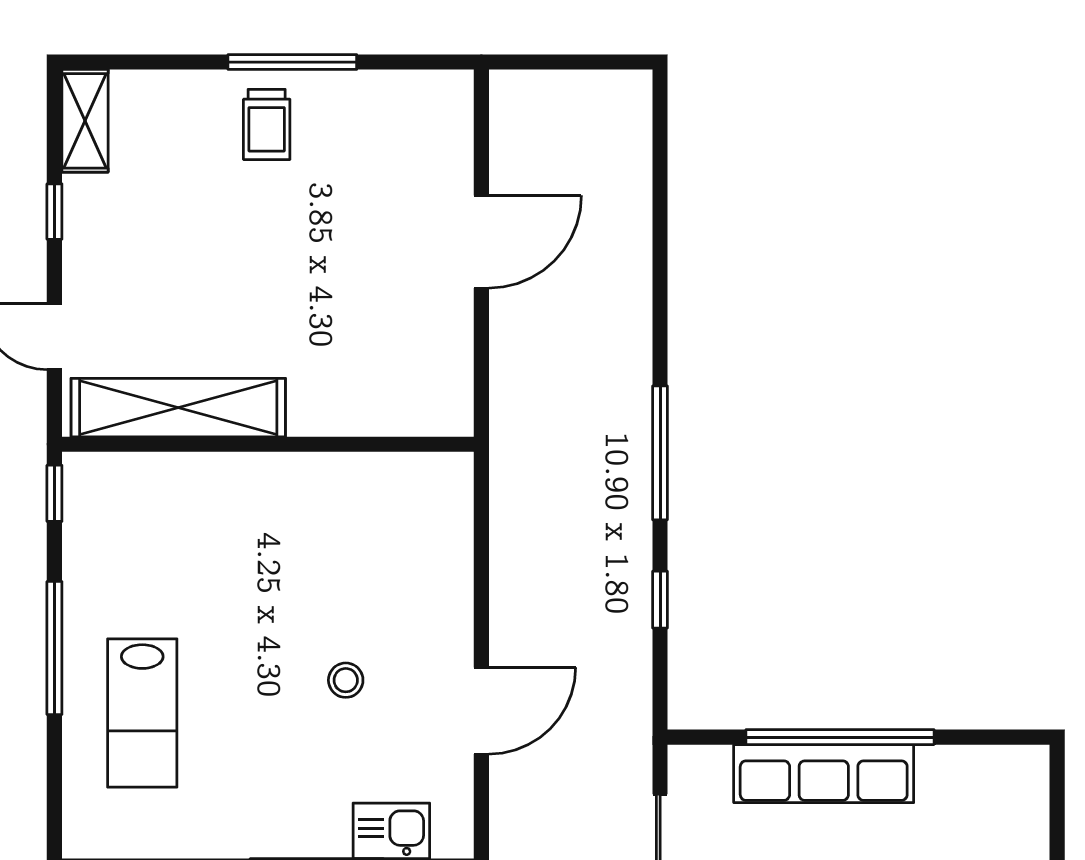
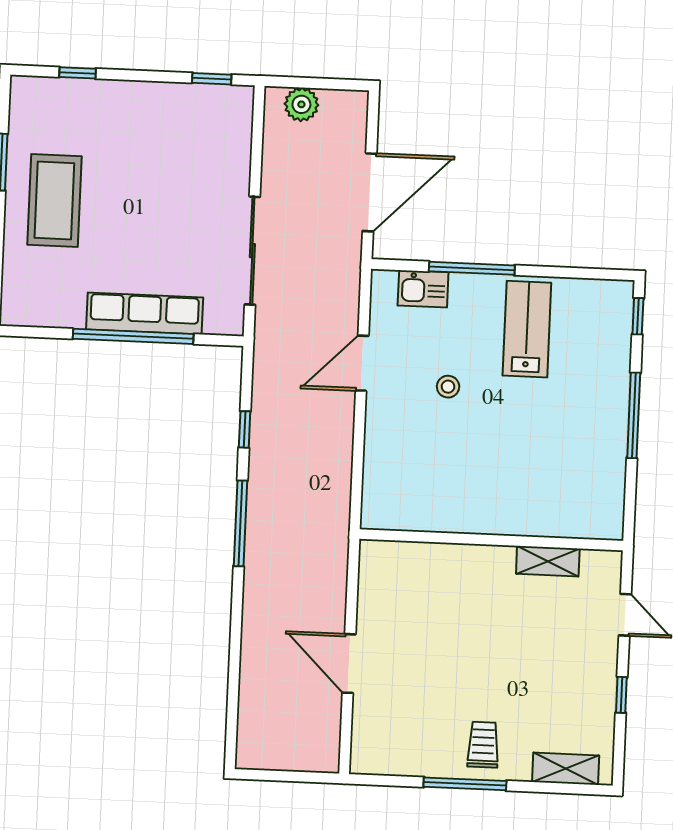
shelving: (85, 121) -> (566, 769), moved, turned 90
door: (481, 242) -> (349, 664), hinge flipped
shelving: (178, 408) -> (548, 561), width x0.45, depth x0.75
window: (54, 493) -> (638, 316), moved
lab bench: (142, 713) -> (527, 329), moved

